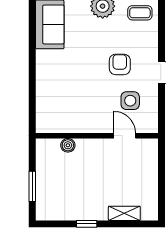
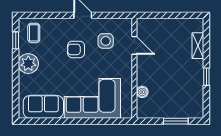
corner sofa: (60, 85) -> (92, 98), added
door: (125, 136) -> (134, 45), swing flipped

